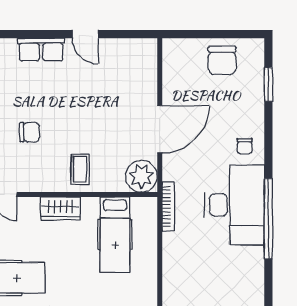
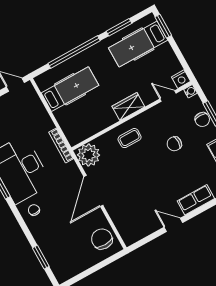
chair: (222, 60) -> (102, 239), moved
coffee table: (80, 169) -> (130, 138), turned 90
hospital bed: (115, 234) -> (70, 89), moved, turned 90

